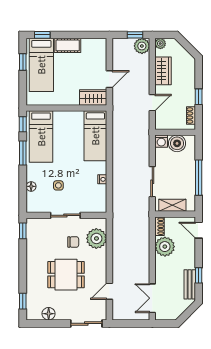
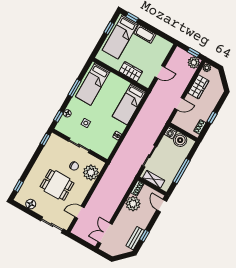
wardrobe: (93, 98) -> (131, 72), moved
window: (23, 124) -> (58, 116), moved

